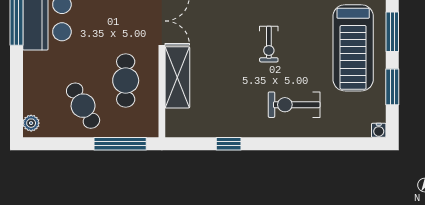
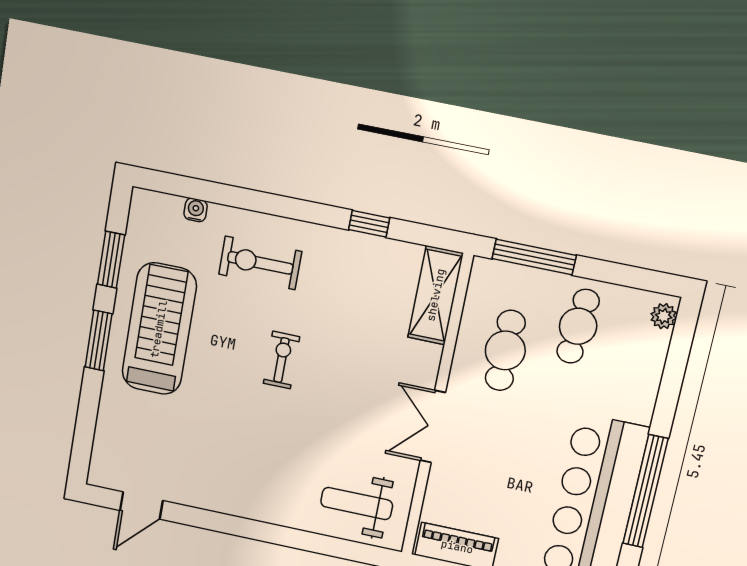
shelving: (177, 77) -> (436, 295), moved
exercise bike: (294, 105) -> (260, 263), turned 180
cafe table: (83, 106) -> (578, 326), turned 34
water cooler: (379, 130) -> (196, 210), moved

